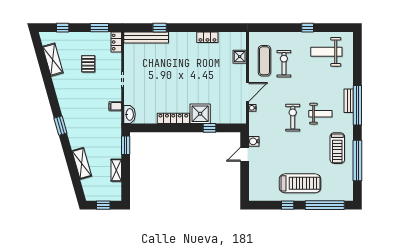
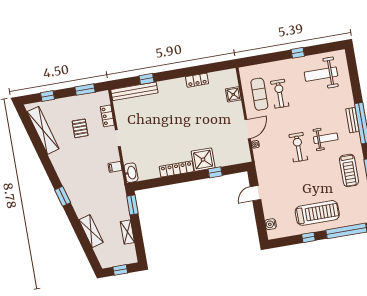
locker: (116, 42) -> (107, 116), moved
shelving: (53, 60) -> (43, 130), width x1.47
water cooler: (254, 141) -> (271, 224), moved

